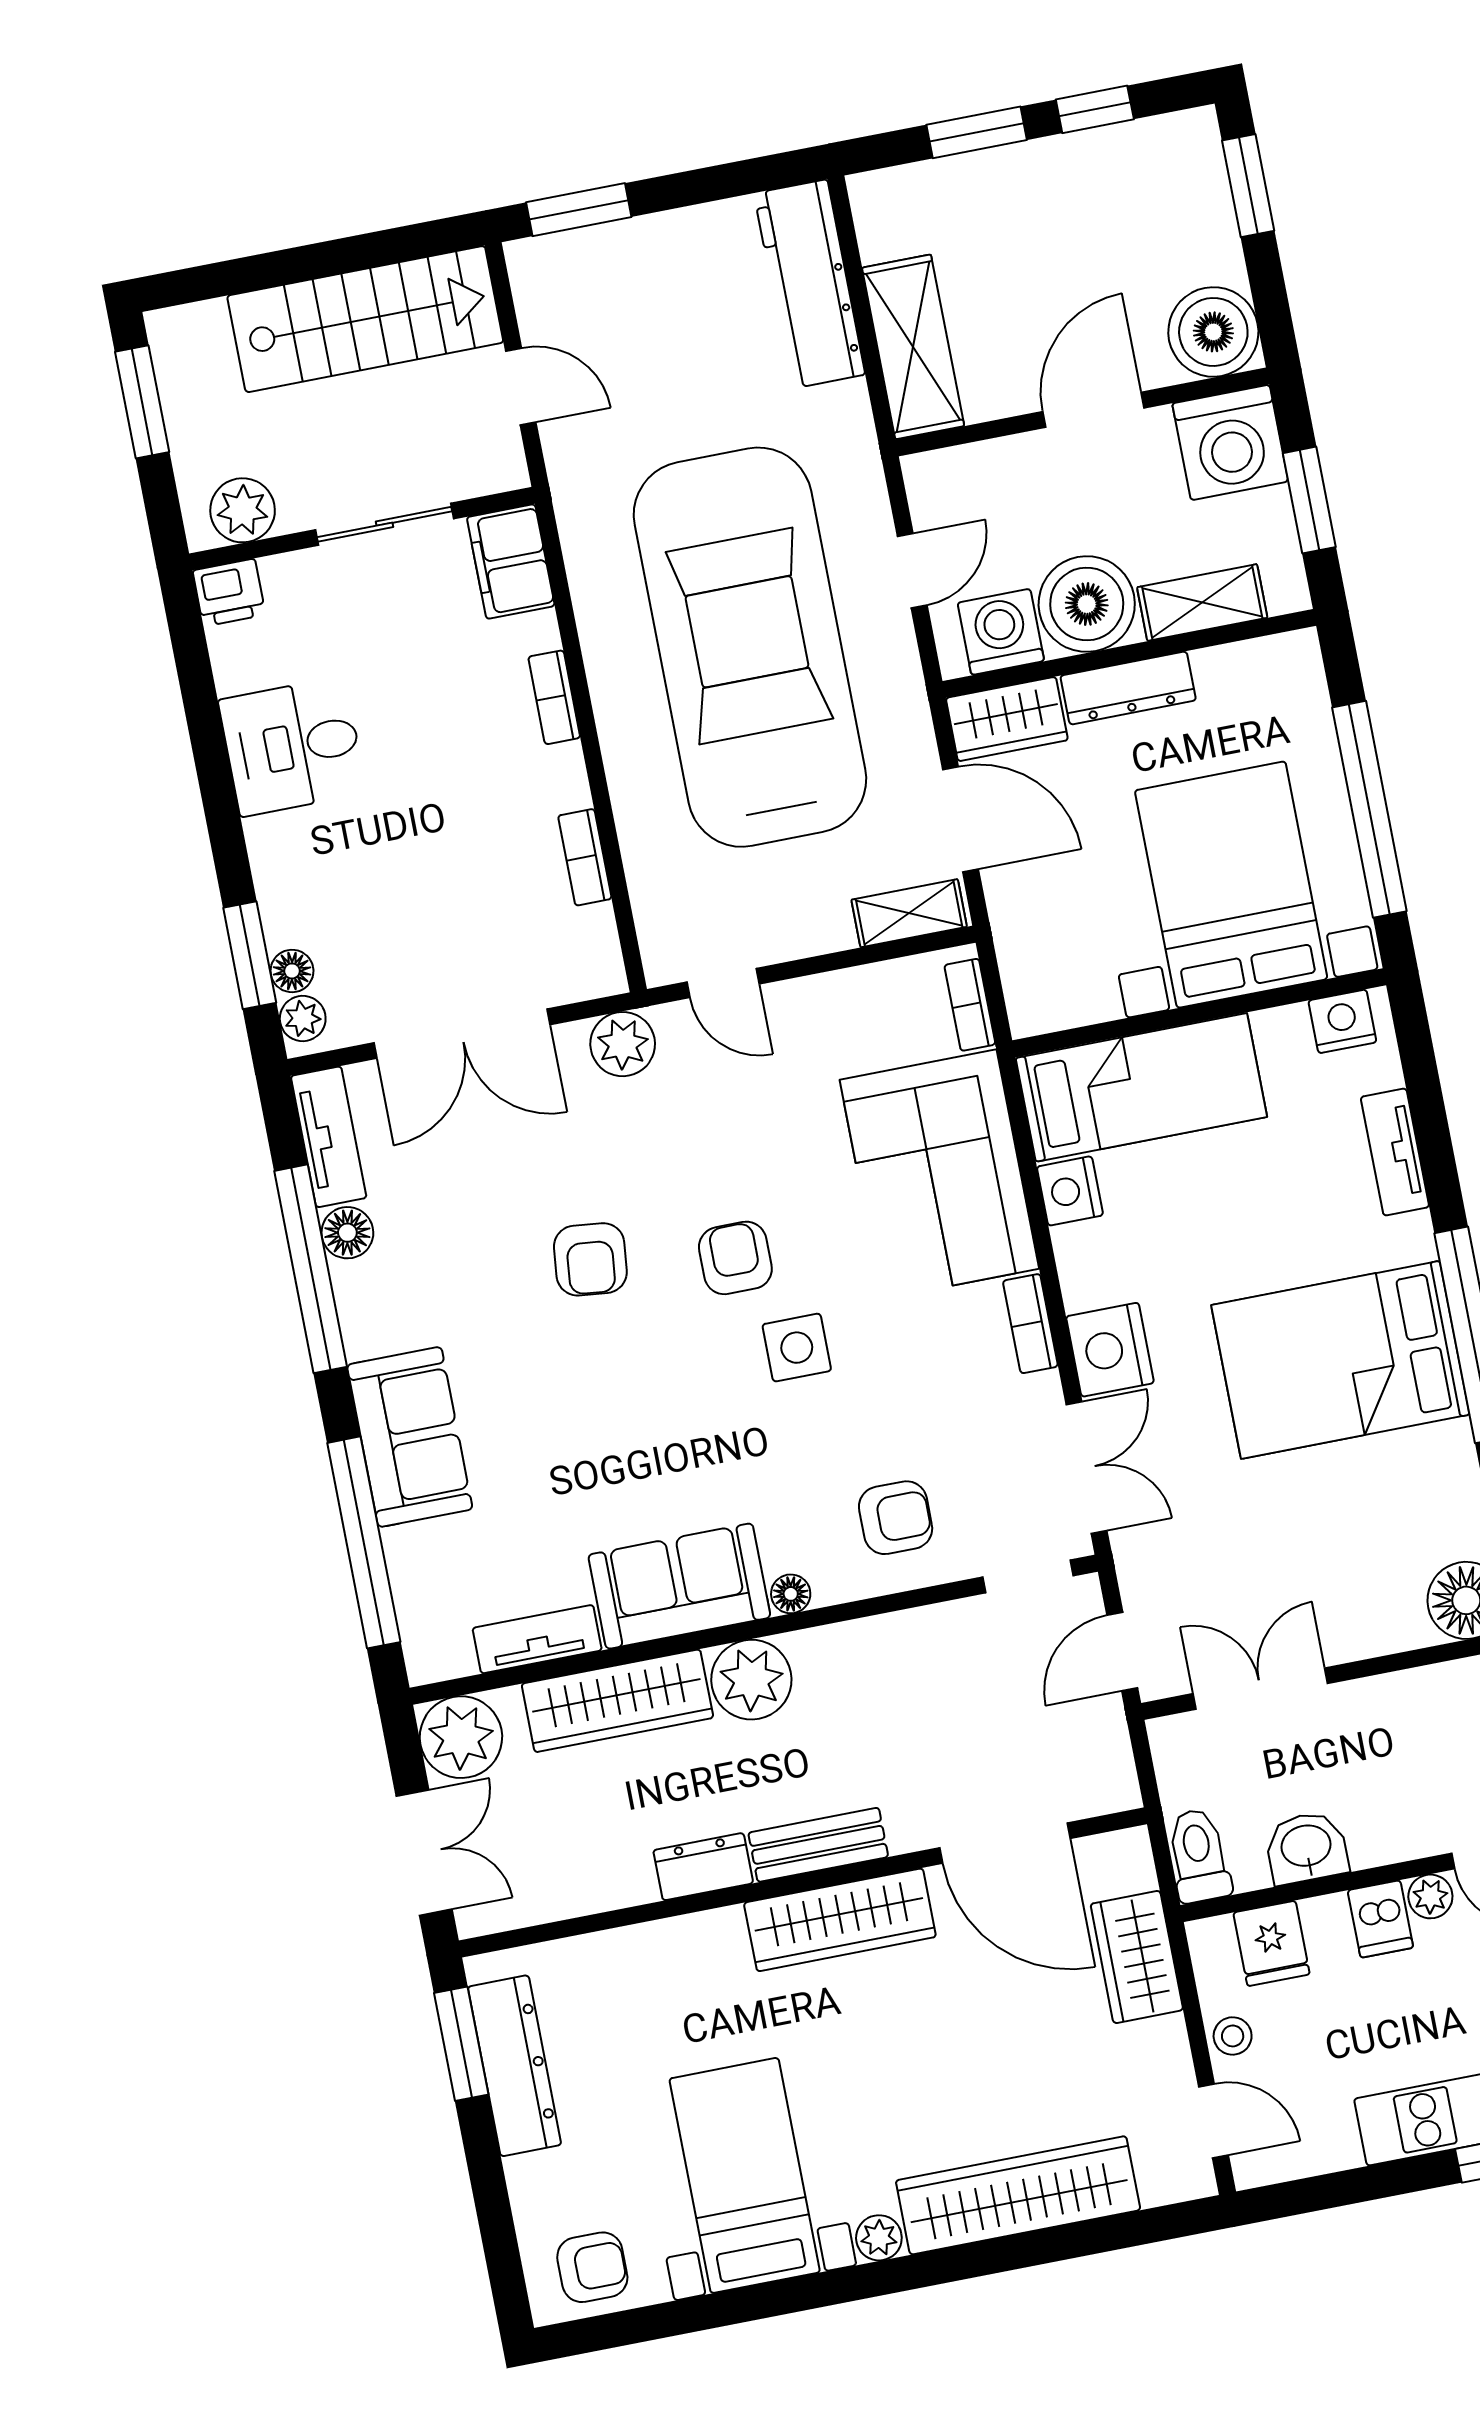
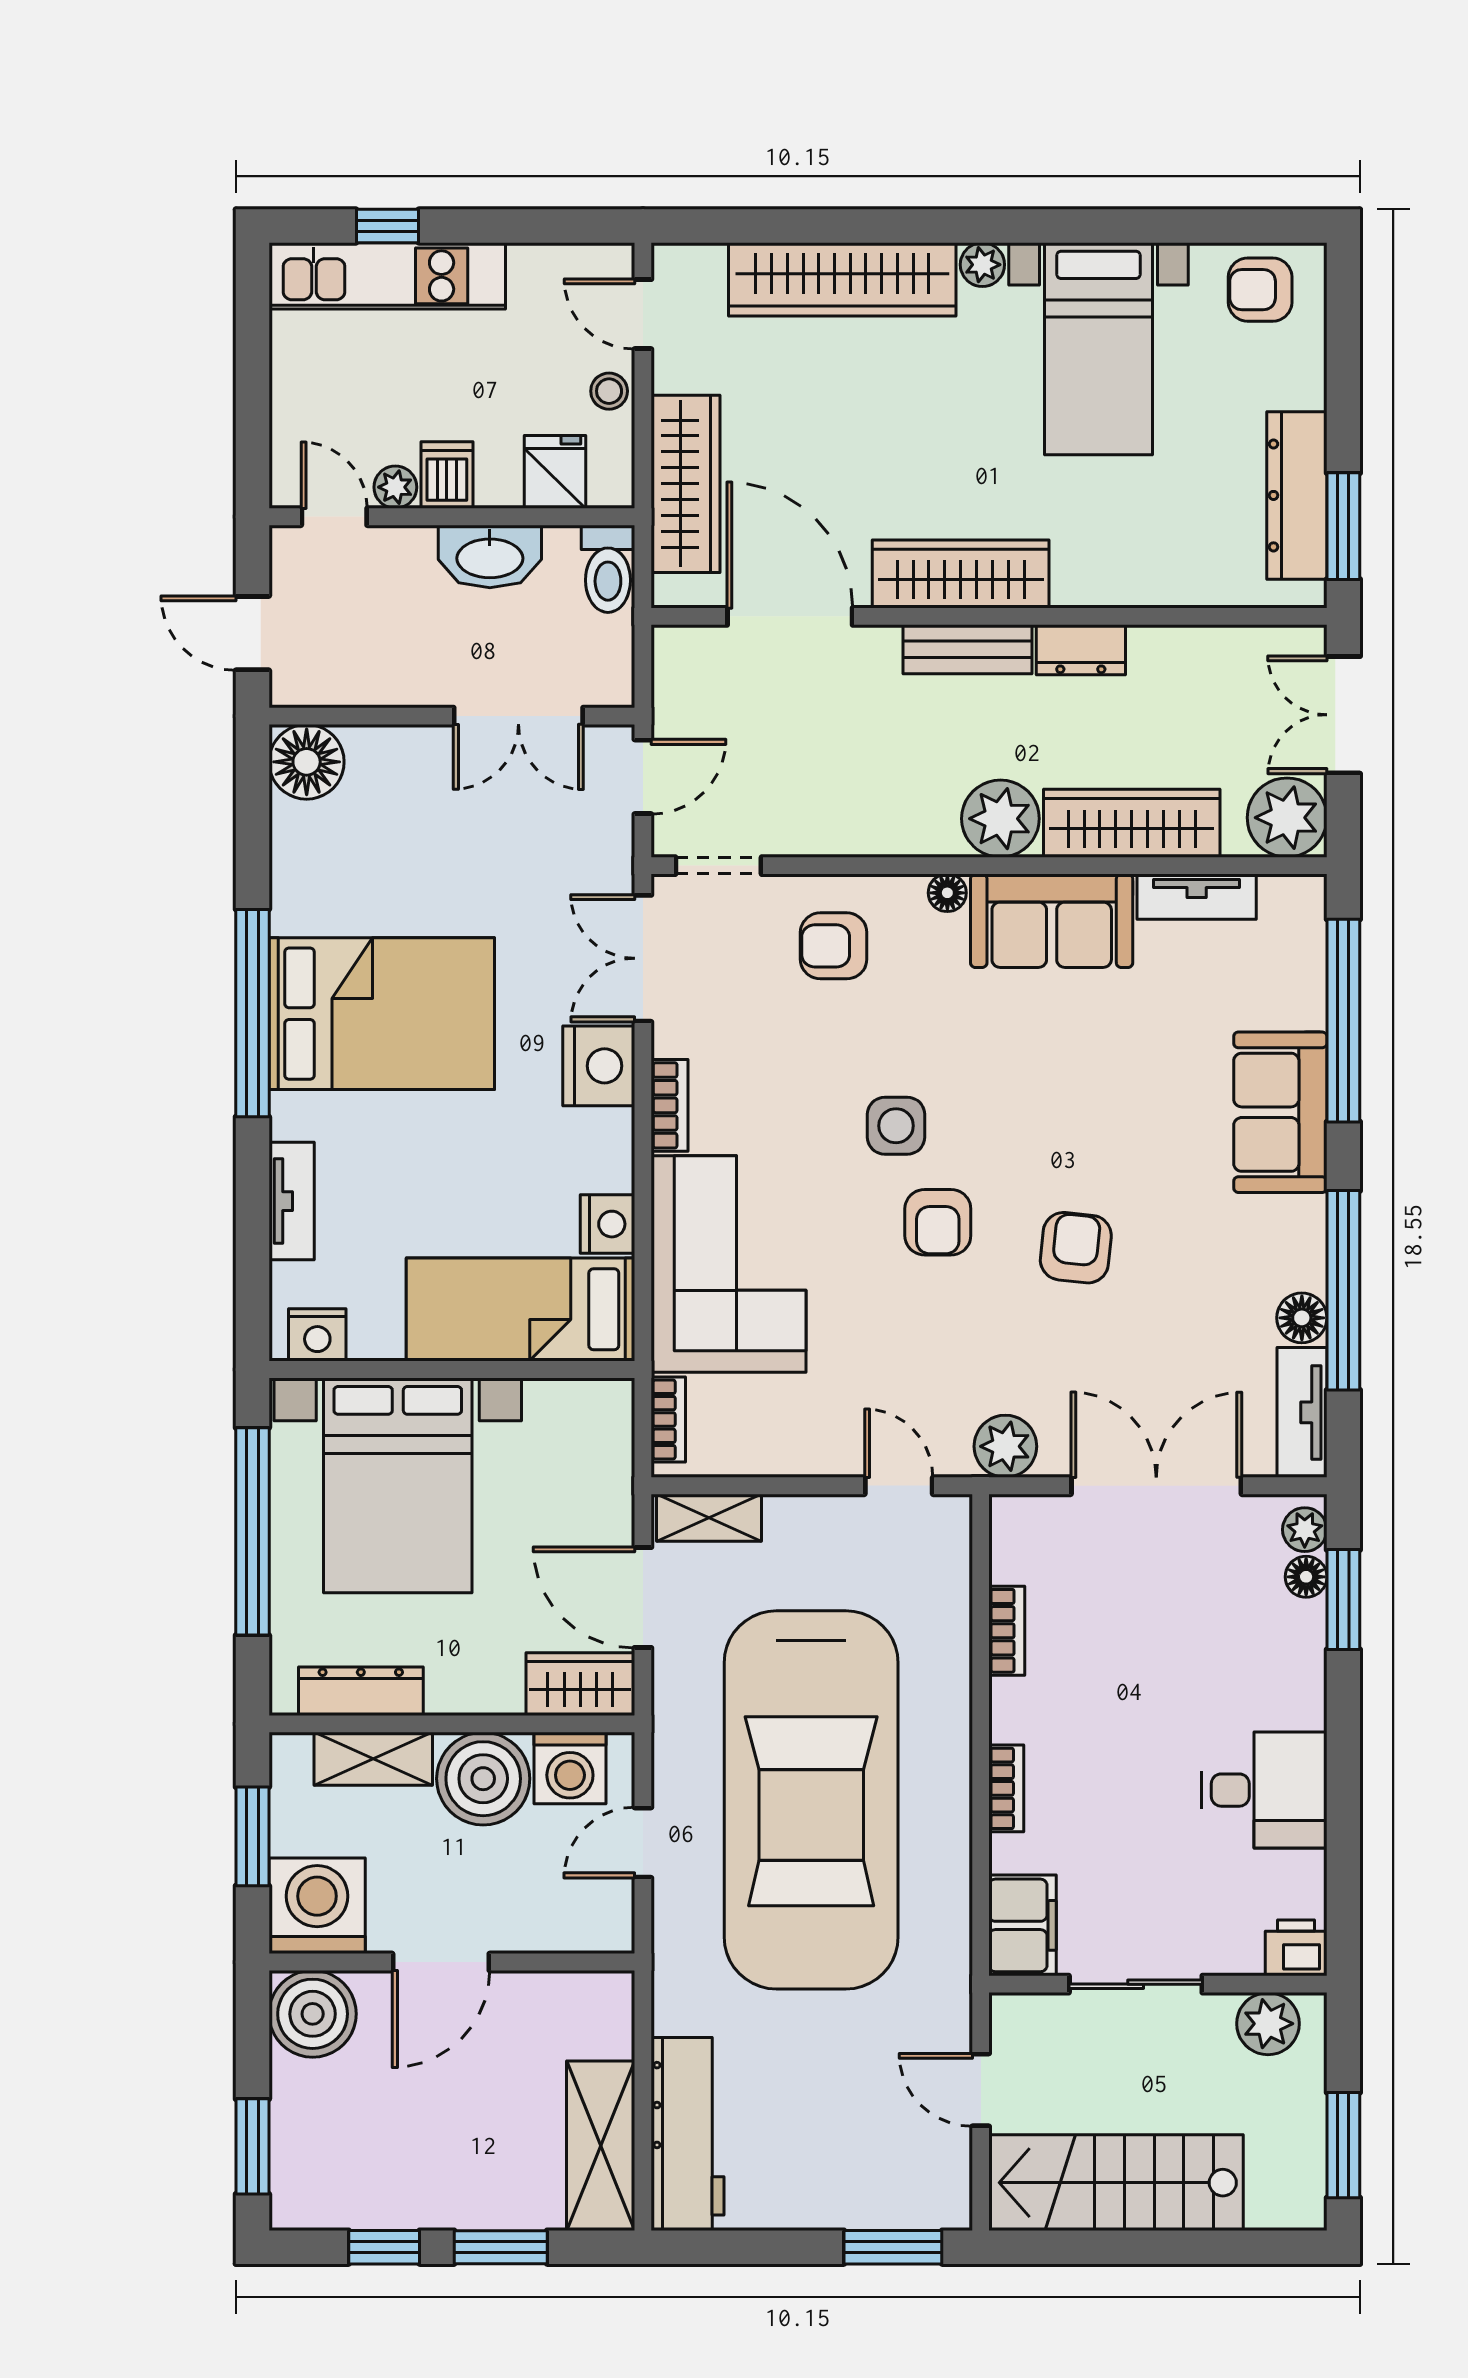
shelving: (913, 347) -> (601, 2146), moved
dresser: (1128, 688) -> (361, 1691), moved
washbasin: (1306, 1848) -> (490, 556), width x1.38
wardrobe: (1137, 1957) -> (685, 484), width x1.50

